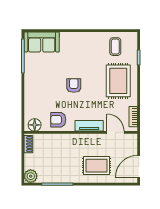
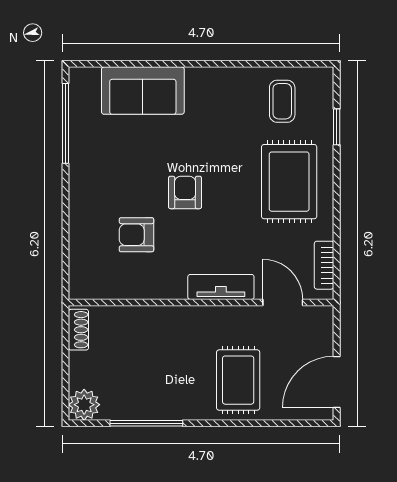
sofa: (42, 42) -> (143, 91), moved
armchair: (58, 120) -> (137, 235), moved
floor lamp: (35, 125) -> (93, 285), removed
rug: (96, 166) -> (238, 380), turned 90

